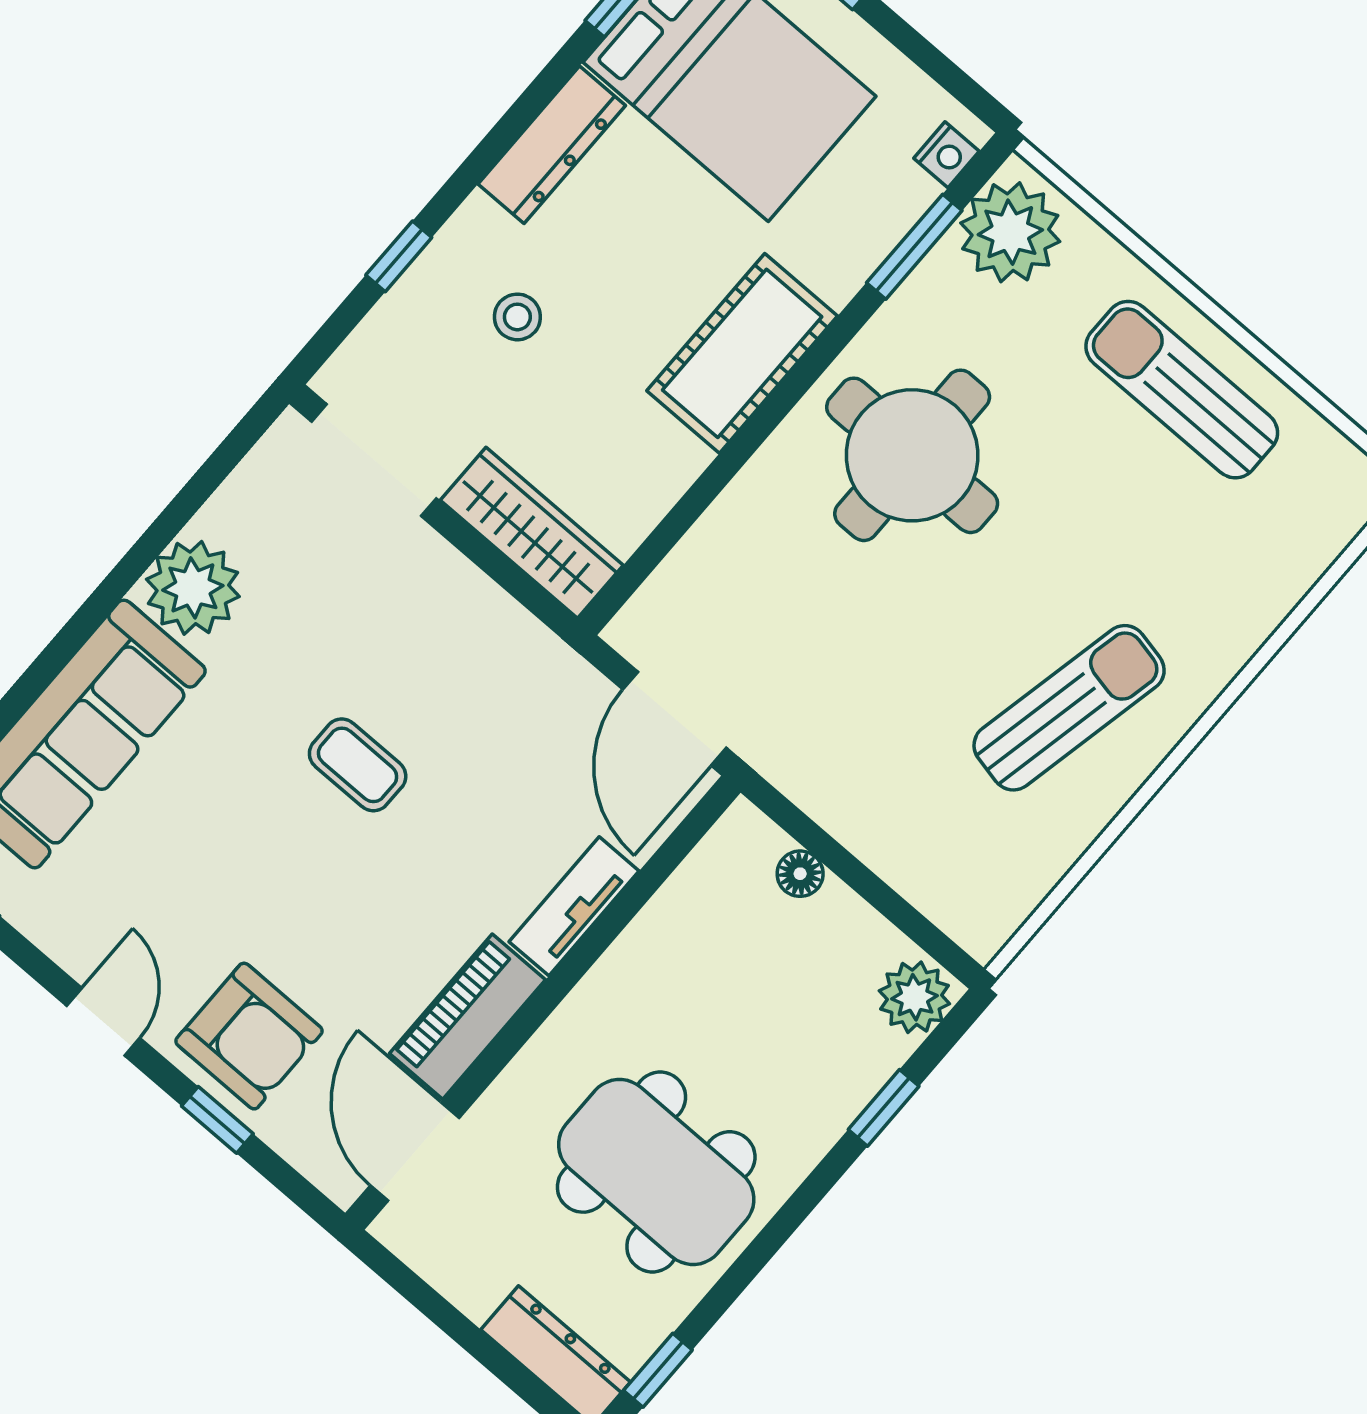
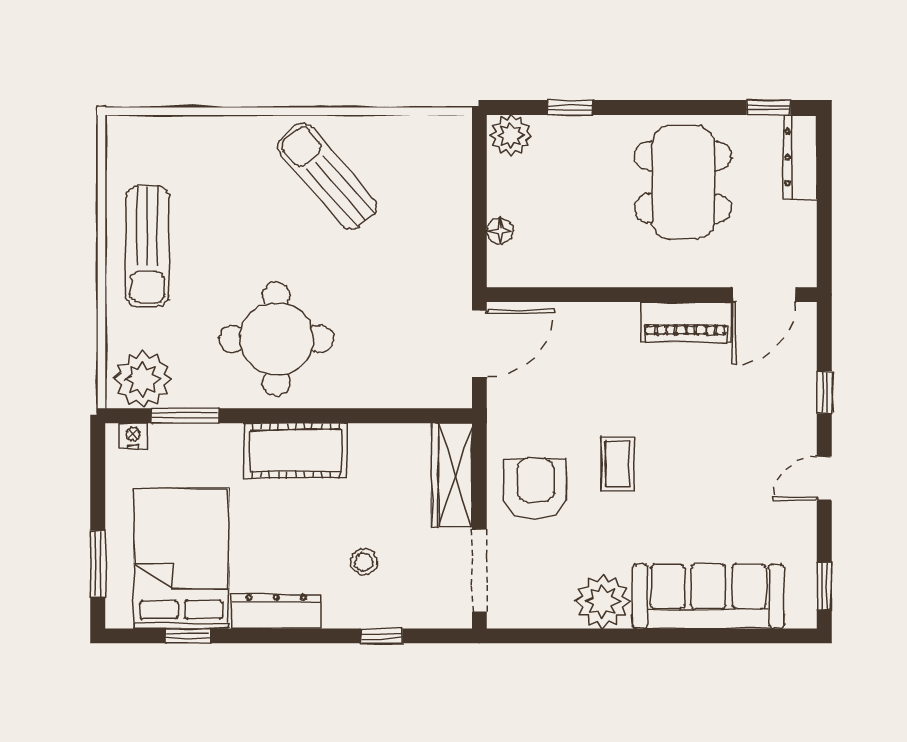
sun lounger: (1069, 708) -> (327, 176), turned 37
tv unit: (574, 906) -> (598, 317), removed
armchair: (249, 1036) -> (535, 489), moved

